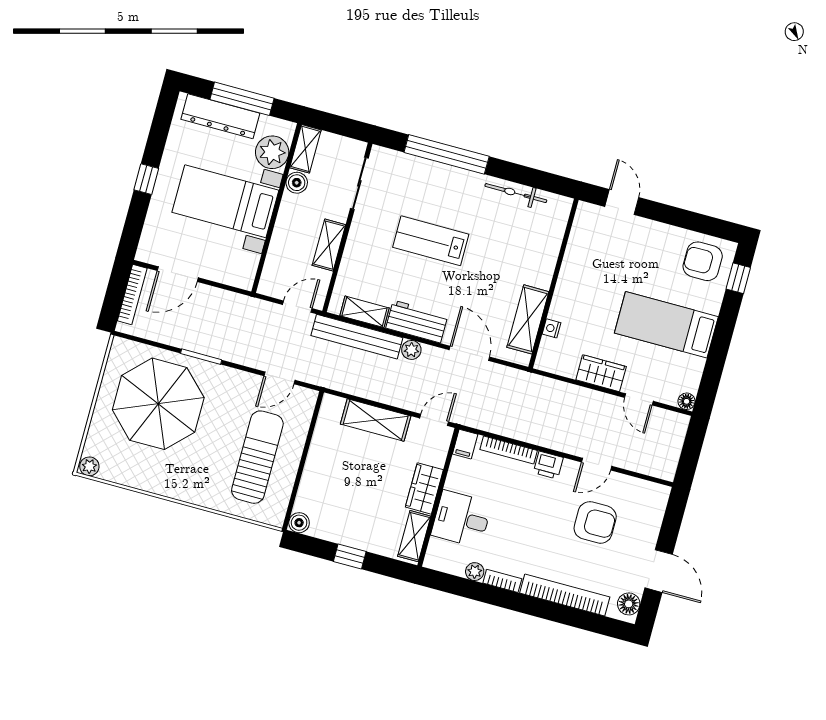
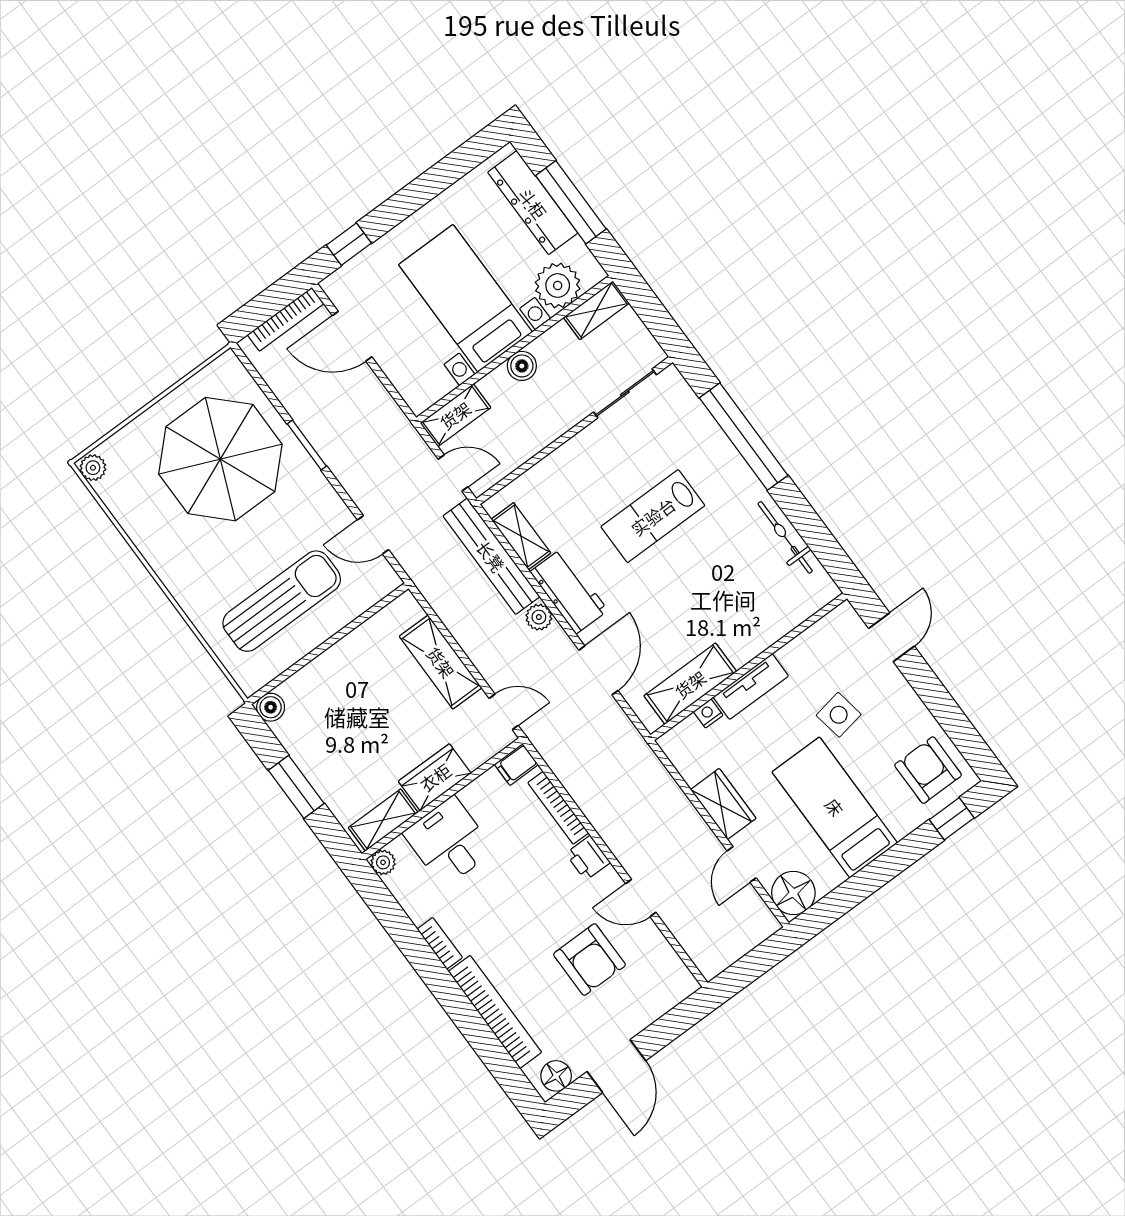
window: (146, 179) -> (349, 244), moved
boiler: (297, 183) -> (522, 366), moved
lab bench: (431, 241) -> (653, 516), turned -90
shelving: (329, 245) -> (455, 415), moved
side table: (627, 270) -> (839, 715), added
tv unit: (564, 294) -> (751, 686), added
floor lamp: (687, 401) -> (793, 893), width x1.89, depth x1.89
window: (350, 556) -> (296, 787), width x1.50
plant: (475, 572) -> (383, 862), moved

